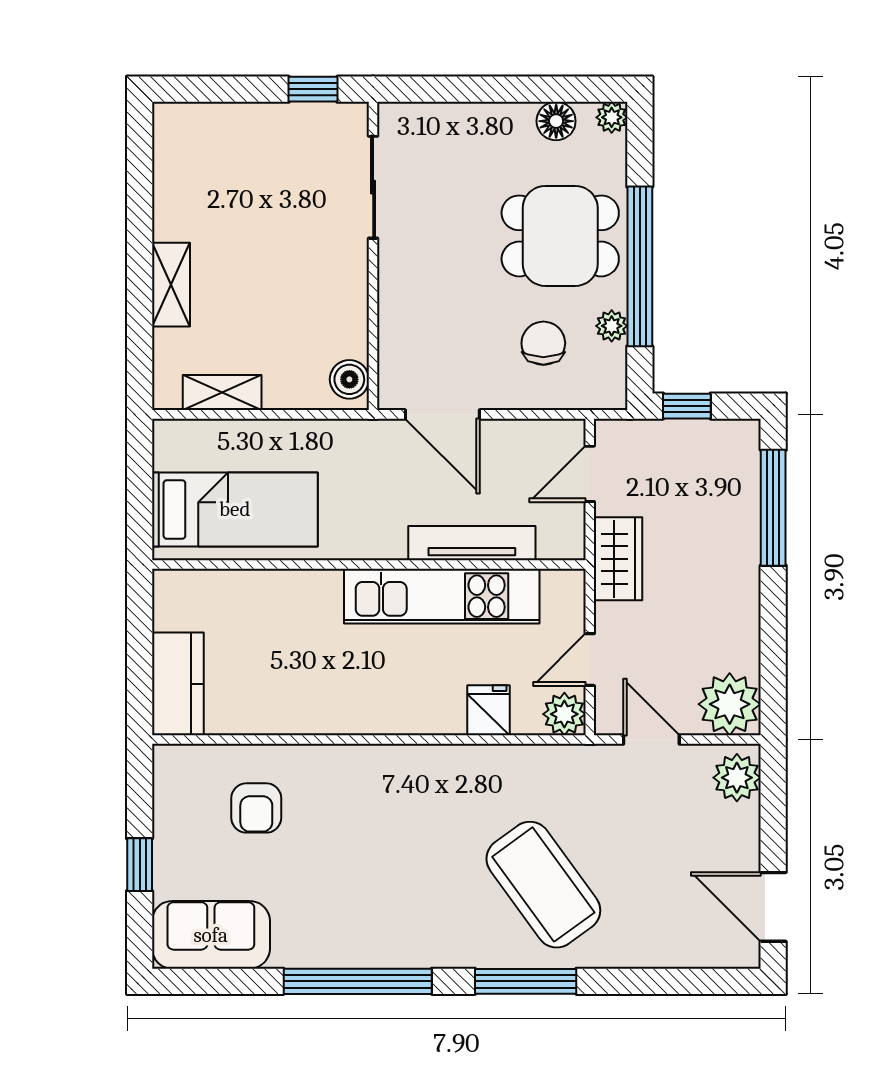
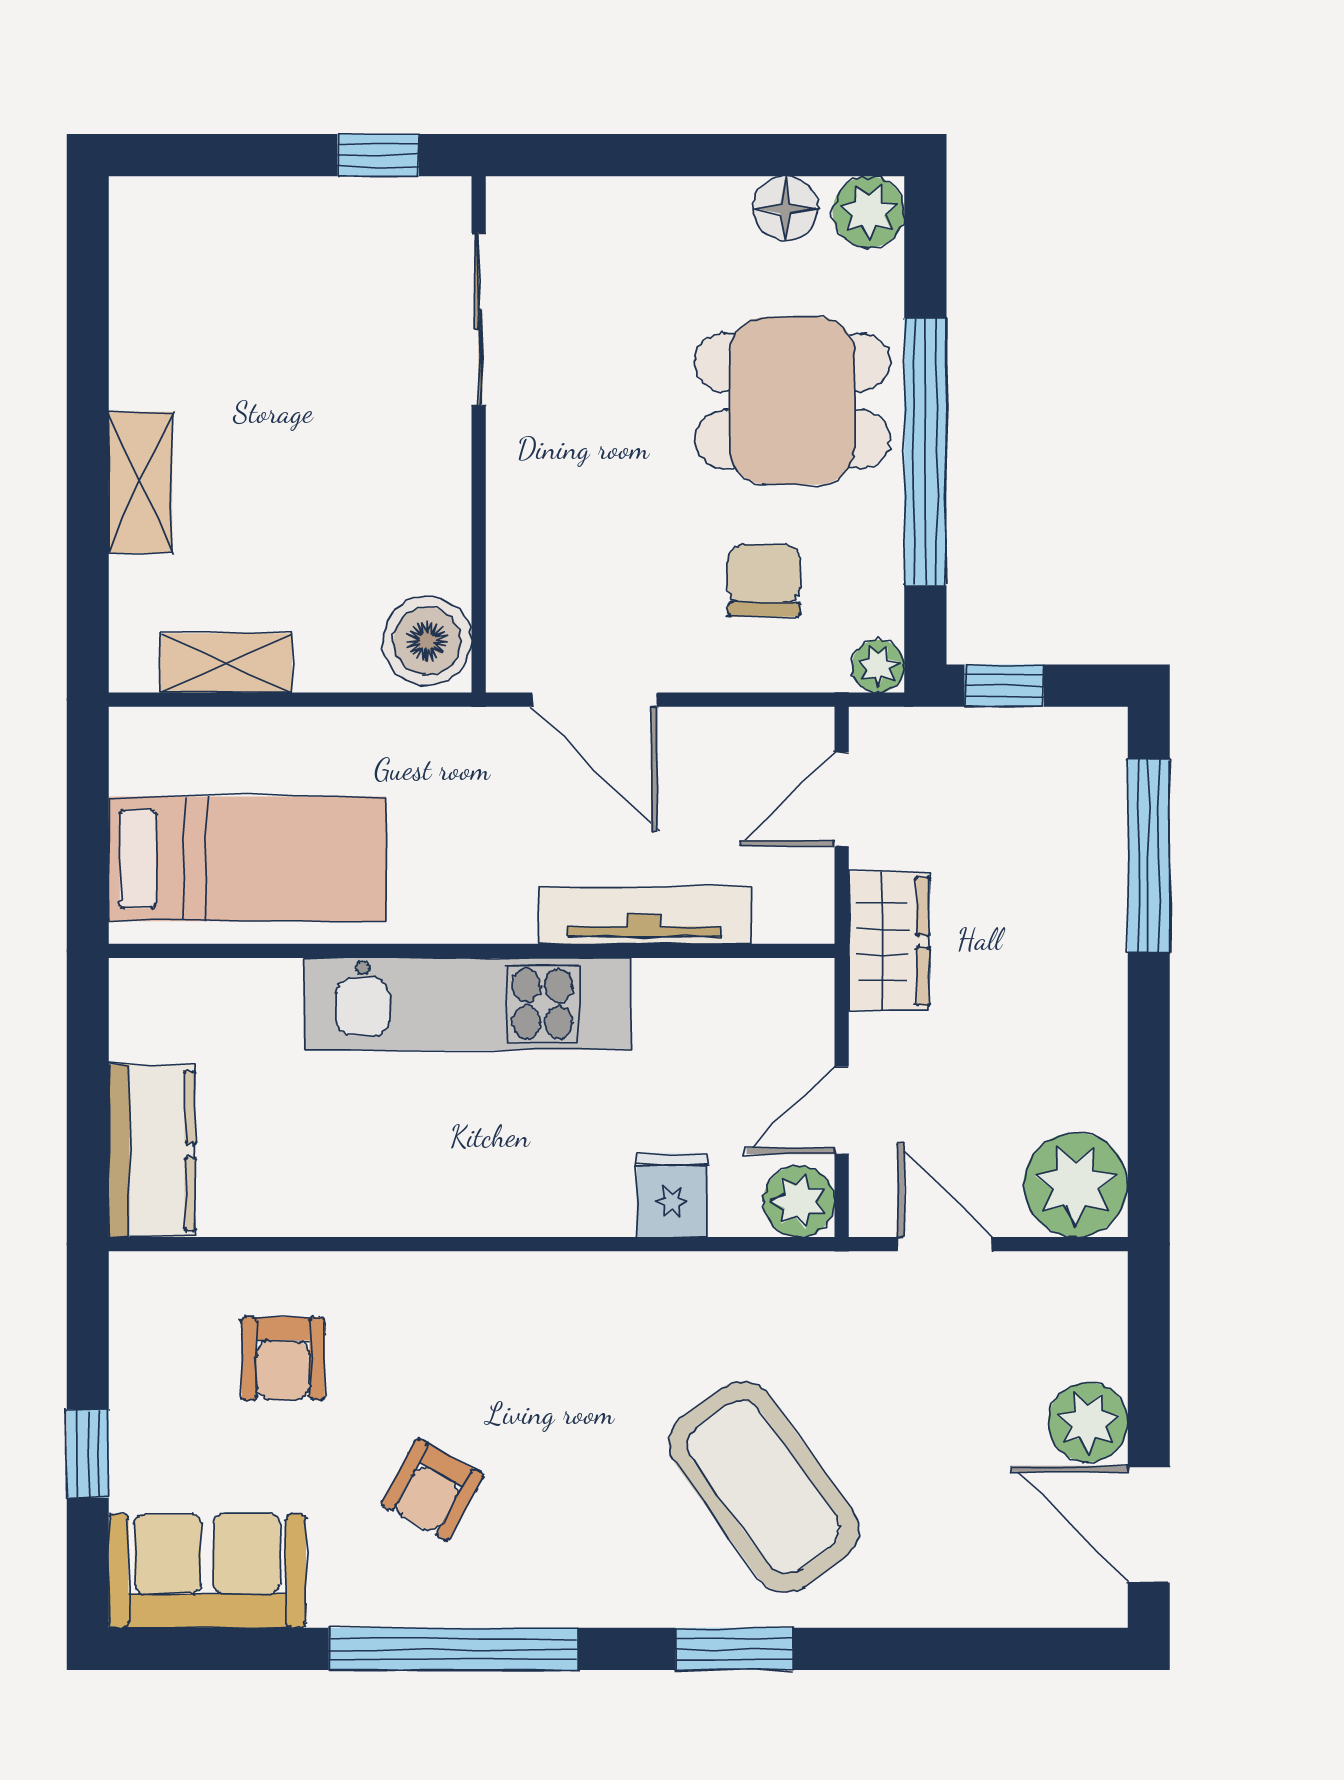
plant: (612, 117) -> (869, 212), width x1.38, depth x1.38
plant: (612, 326) -> (878, 666), moved
boiler: (349, 379) -> (427, 641), width x1.36, depth x1.36
kitchen unit: (442, 596) -> (467, 1004), moved
plant: (737, 778) -> (1088, 1422), moved
armchair: (345, 886) -> (432, 1490), added
window: (526, 981) -> (734, 1649), width x0.69

